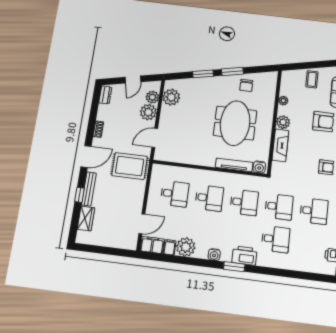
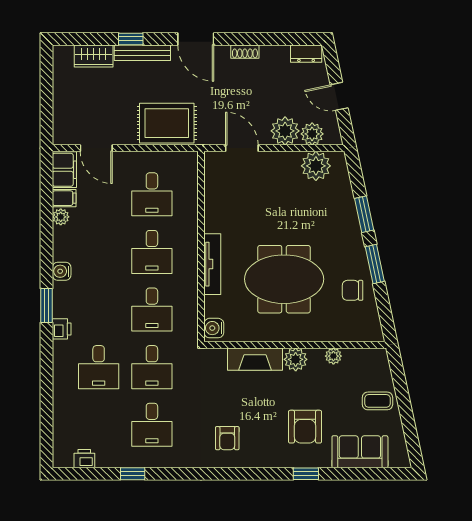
tv unit: (234, 165) -> (212, 264), moved
rug: (130, 166) -> (167, 123), moved, turned 90
plant: (186, 247) -> (61, 217), width x0.53, depth x0.53
printer: (244, 256) -> (62, 329), width x0.53, depth x0.68

